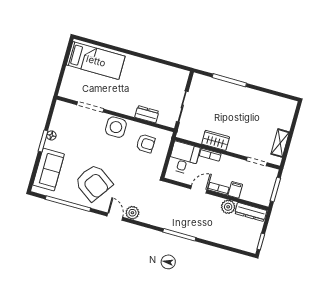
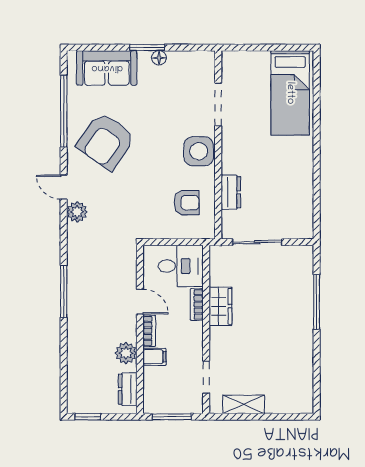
armchair: (146, 143) -> (187, 203), turned -92
dresser: (251, 212) -> (128, 389), width x0.70
door: (115, 217) -> (64, 187), swing flipped

